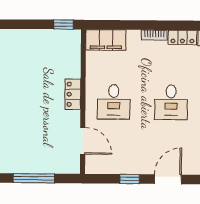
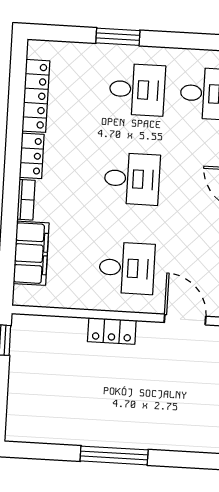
filing cabinet: (106, 40) -> (31, 253), moved
door: (83, 141) -> (185, 319), hinge flipped

